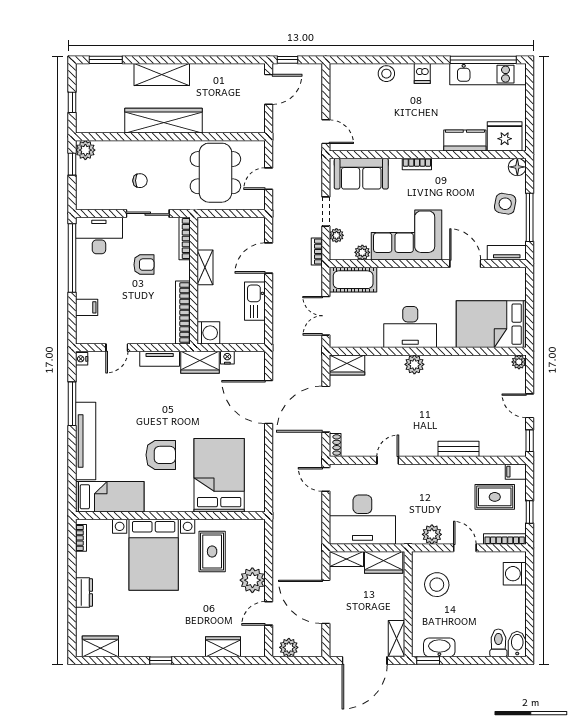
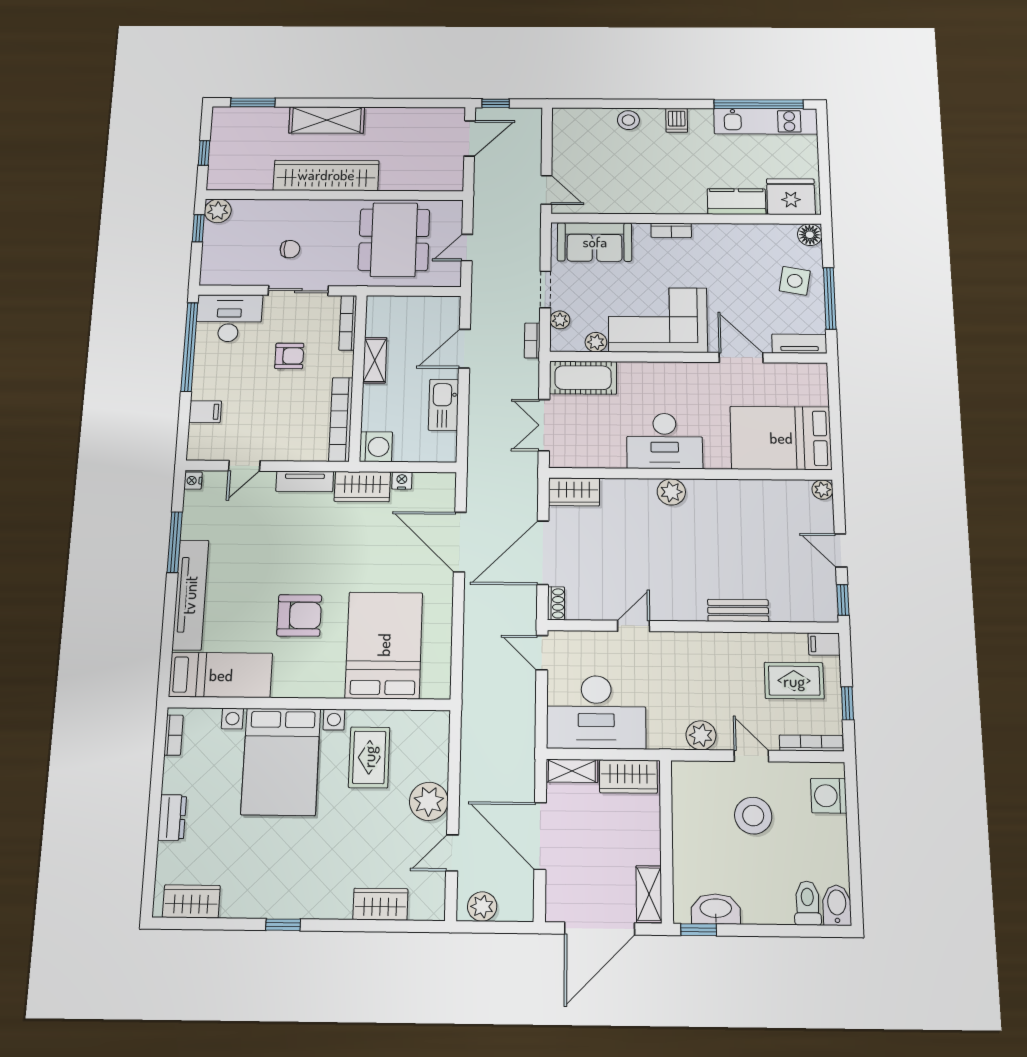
stool: (437, 585) -> (753, 816), moved

